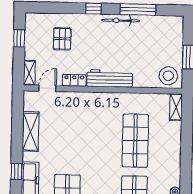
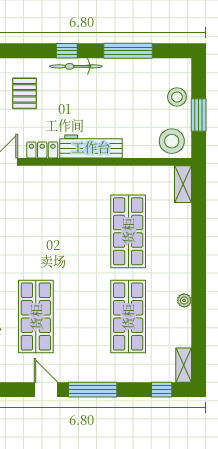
bicycle: (121, 20) -> (76, 66), moved
stool: (173, 44) -> (177, 97), added

